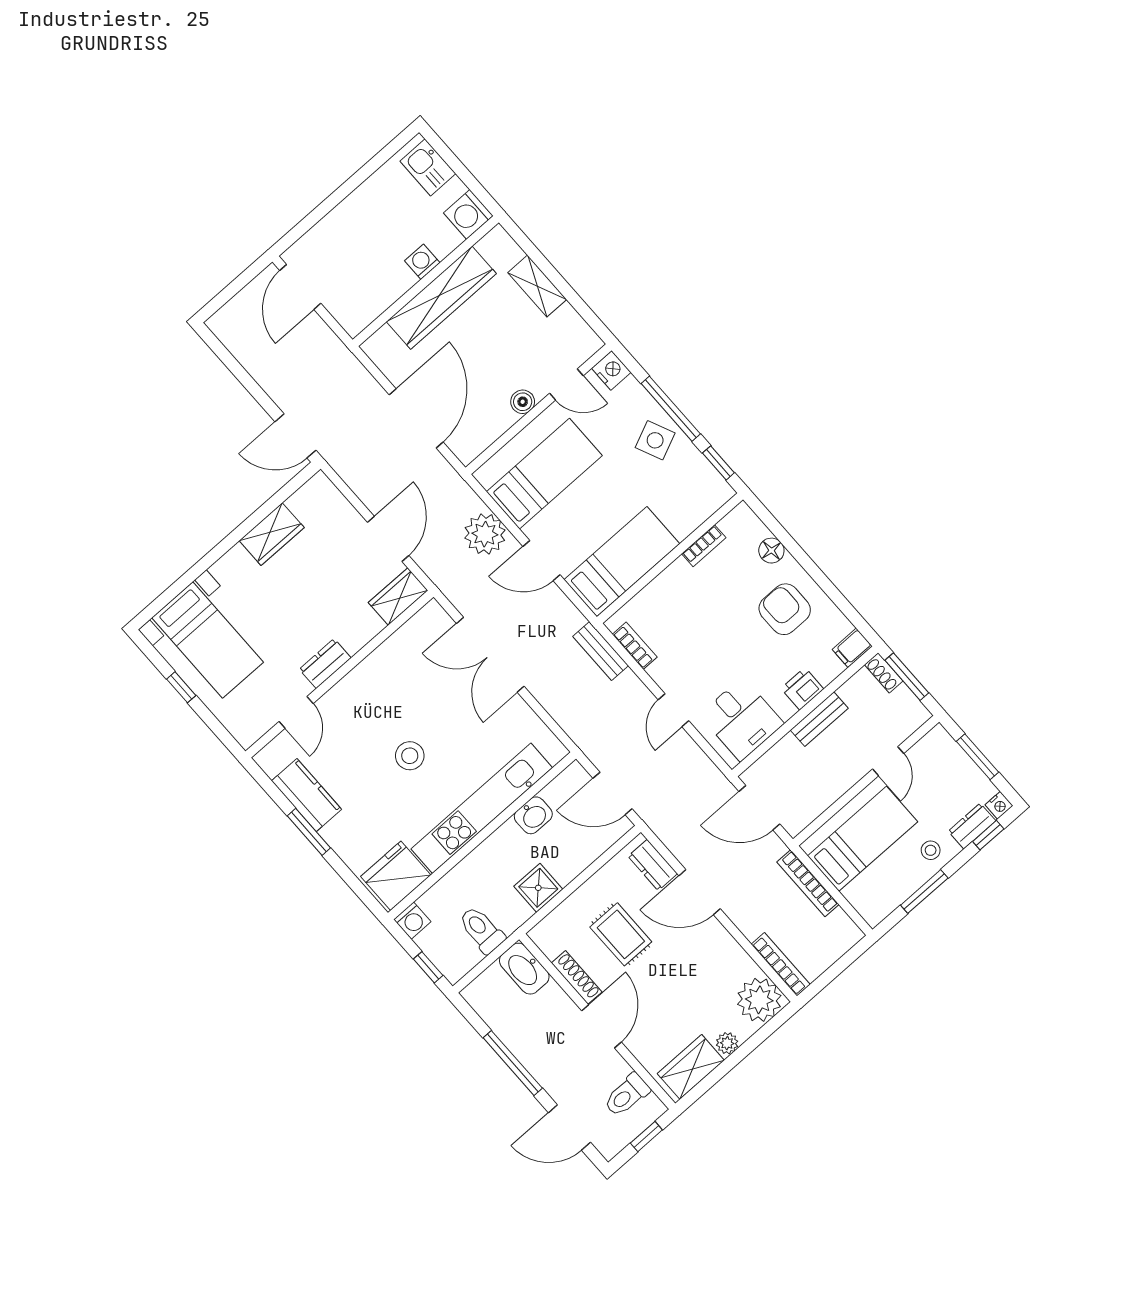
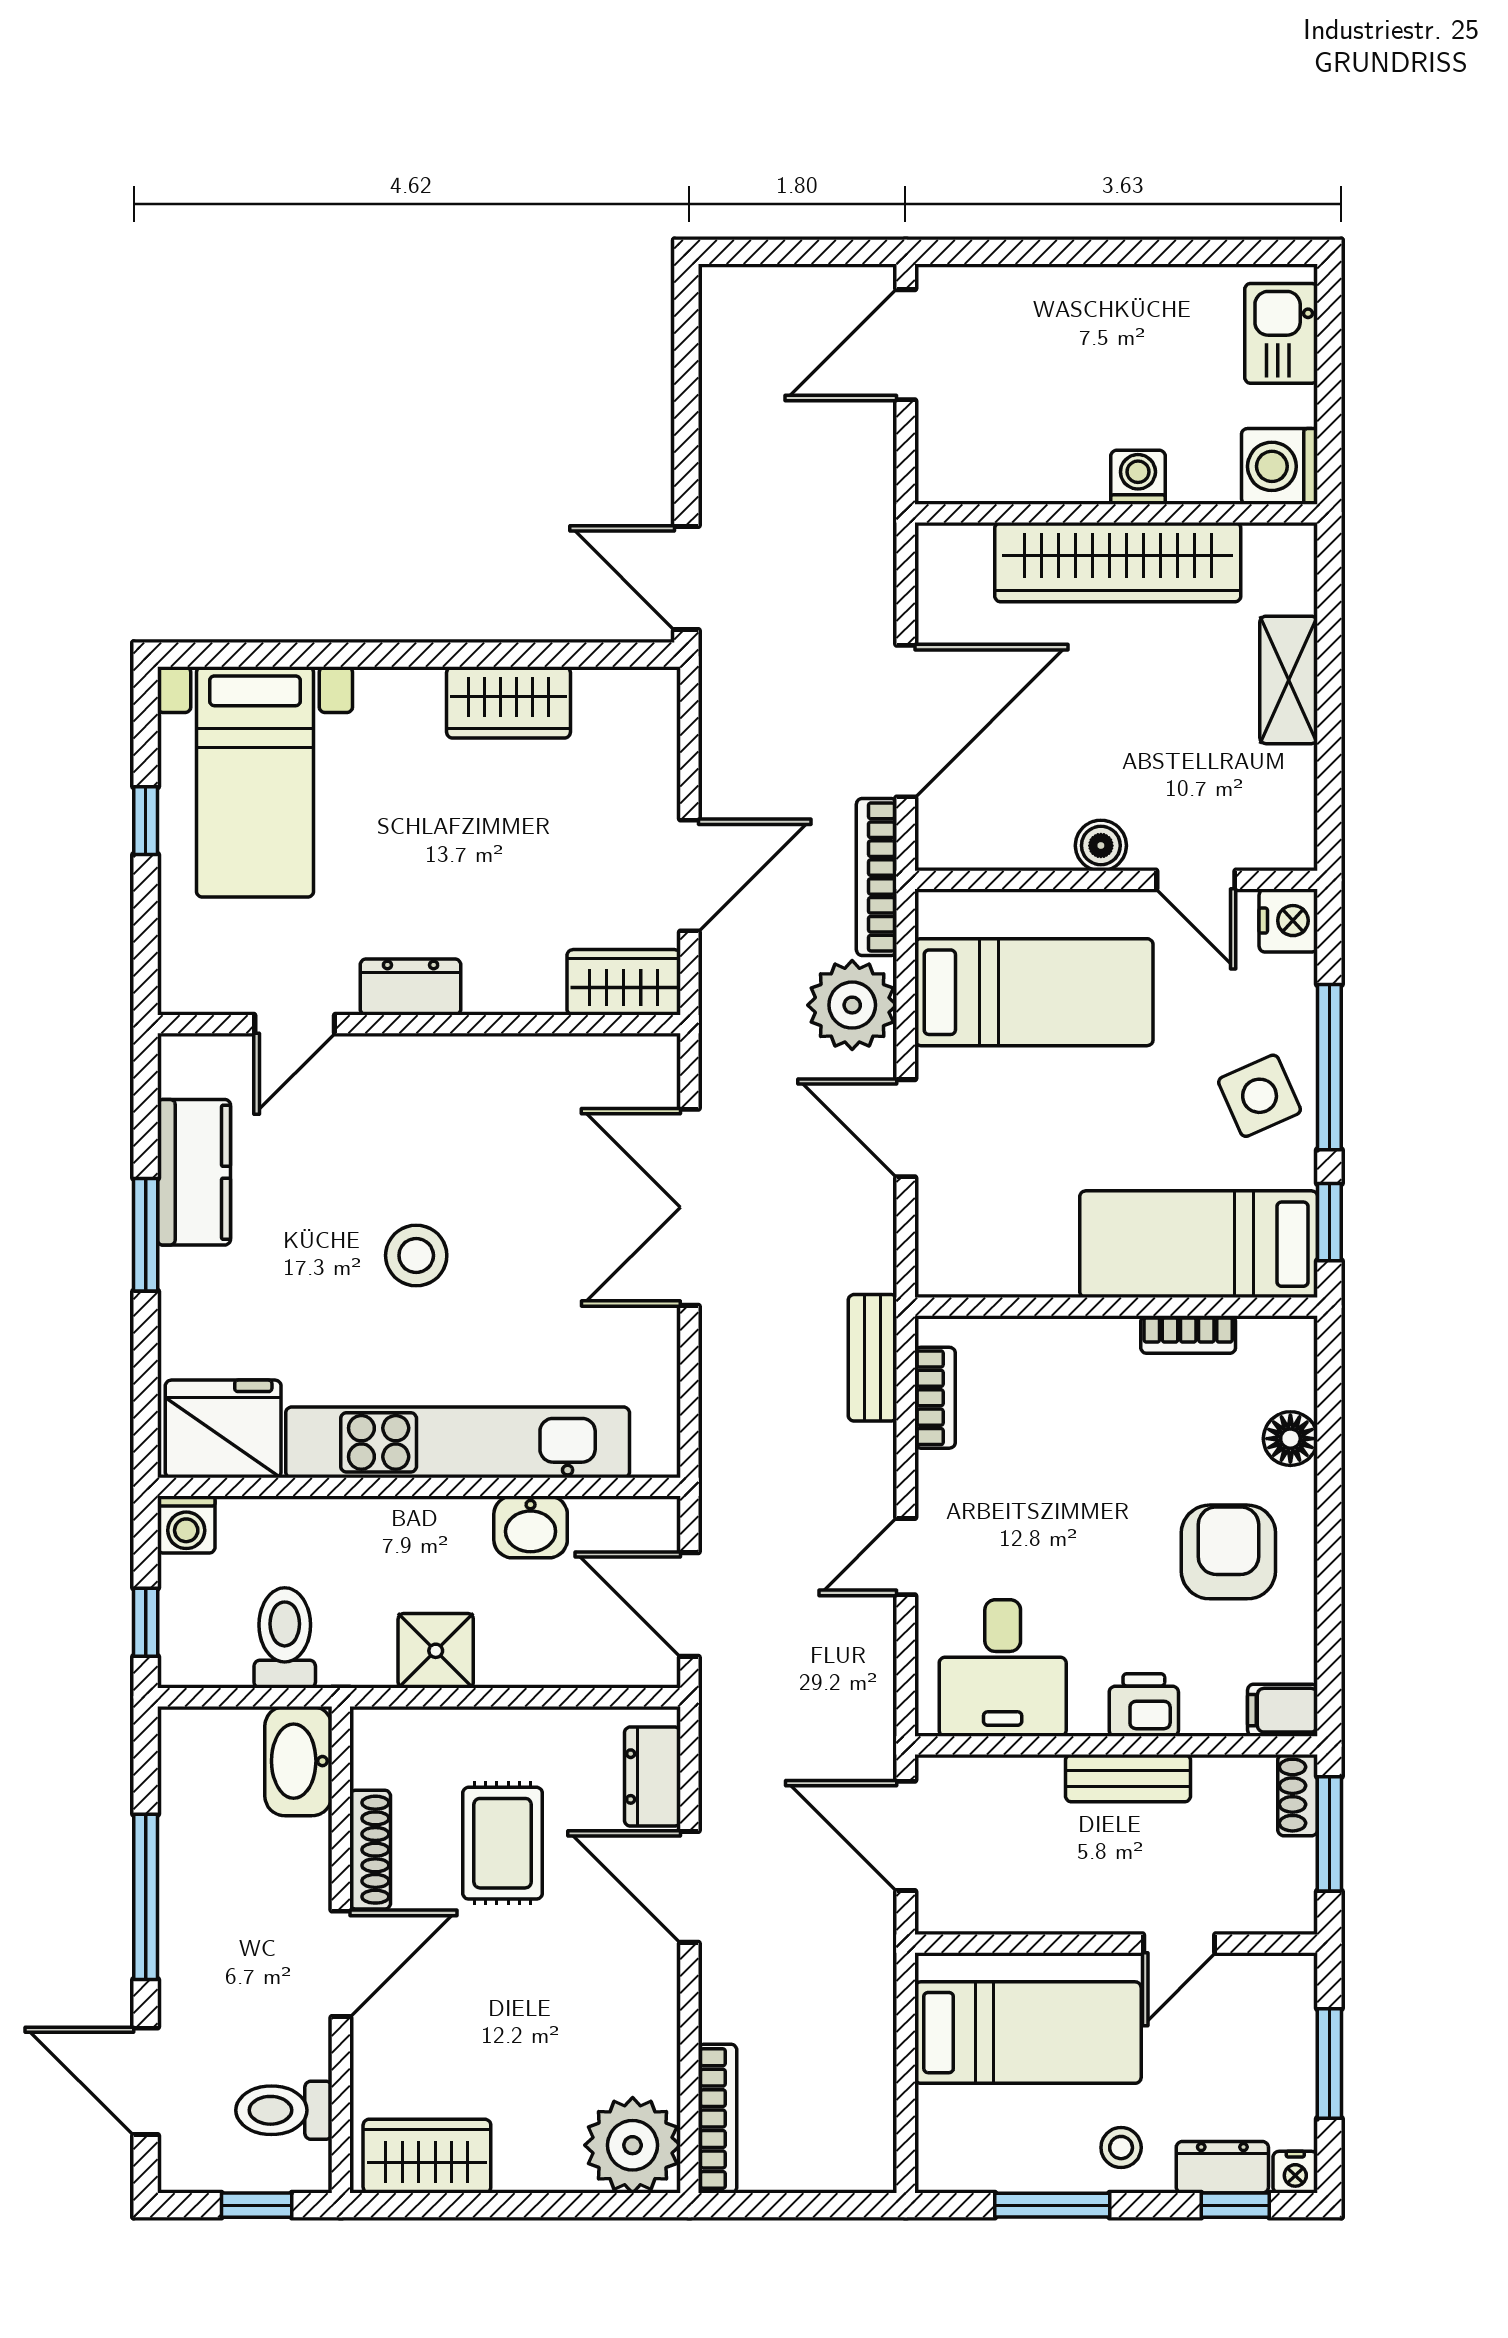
bed: (622, 562) -> (1199, 1244), moved, turned 180
bookcase: (808, 883) -> (877, 877), moved
plant: (727, 1043) -> (519, 2169), removed

